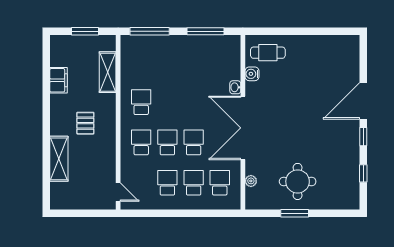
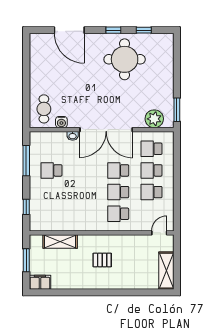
window: (150, 31) -> (26, 207), width x0.46
filing cabinet: (58, 80) -> (40, 282), moved
door: (363, 101) -> (69, 30), moved
school desk: (141, 102) -> (52, 170), moved
shelving: (59, 159) -> (166, 271), moved, turned 90
plant: (251, 181) -> (154, 119), width x1.88, depth x1.88
round table: (298, 181) -> (125, 59), moved, width x1.36, depth x1.36
window: (295, 213) -> (177, 110), moved

